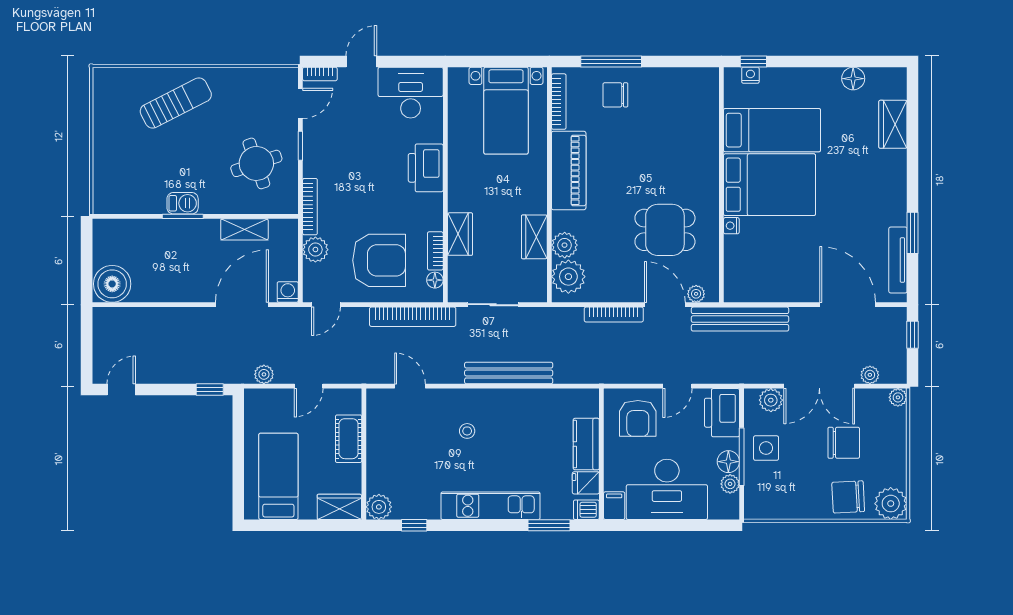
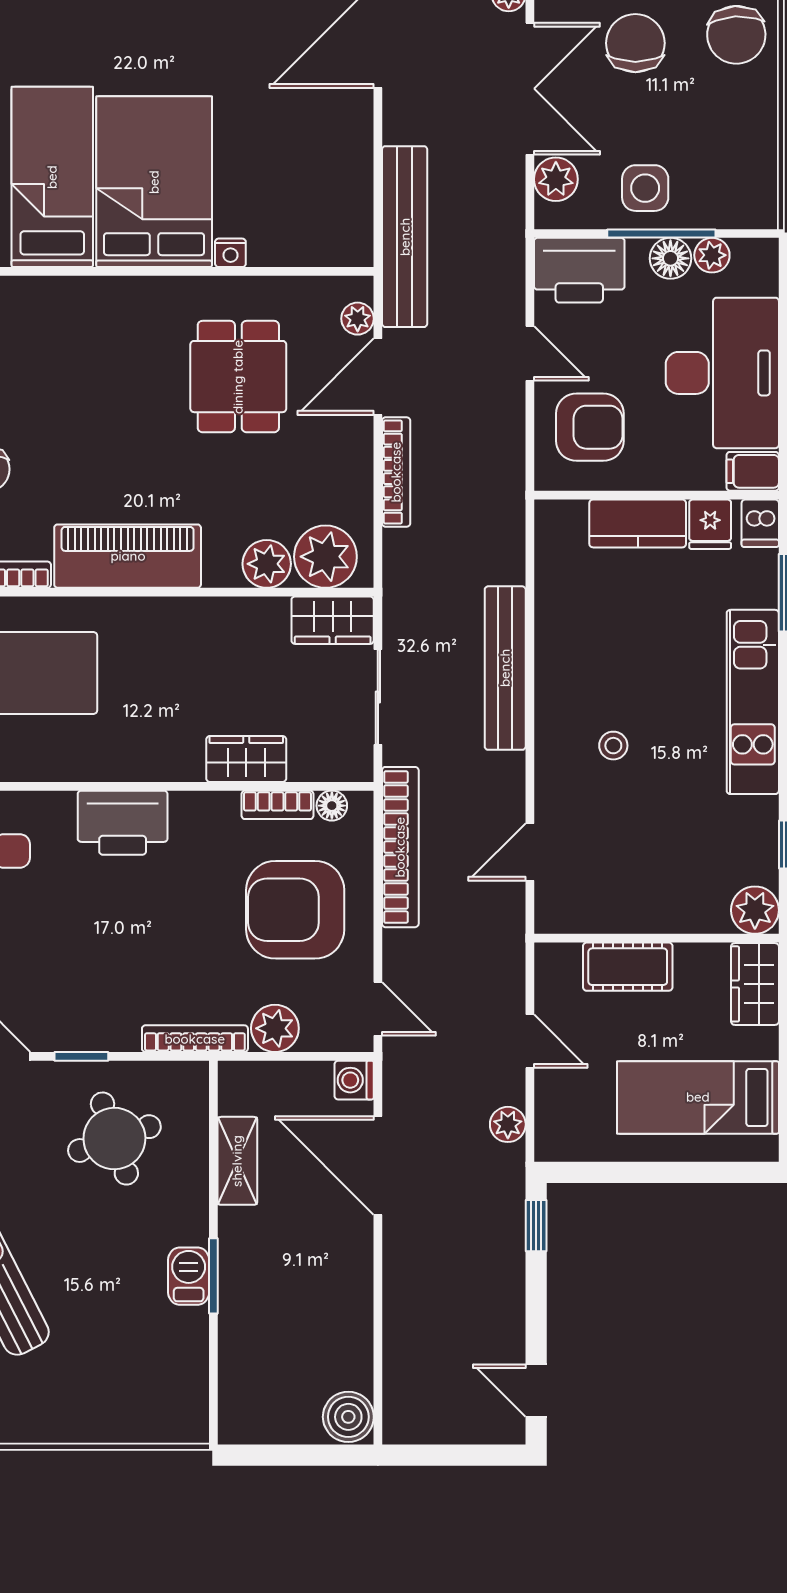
wardrobe: (534, 237) -> (333, 620), moved
armchair: (379, 260) -> (295, 910), turned -90
boiler: (112, 284) -> (348, 1417), width x0.73, depth x0.73

